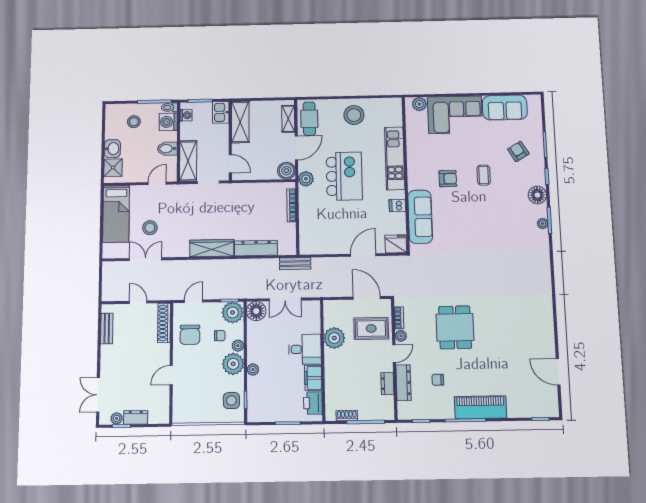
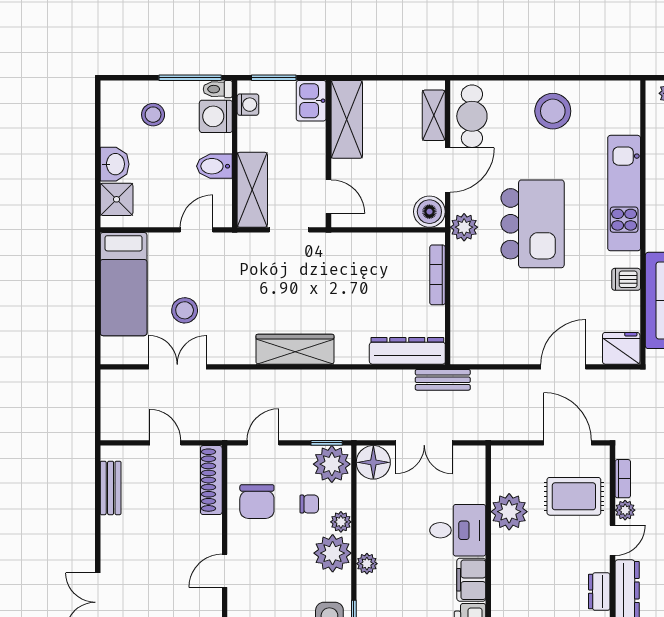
dresser: (256, 248) -> (407, 351), moved

